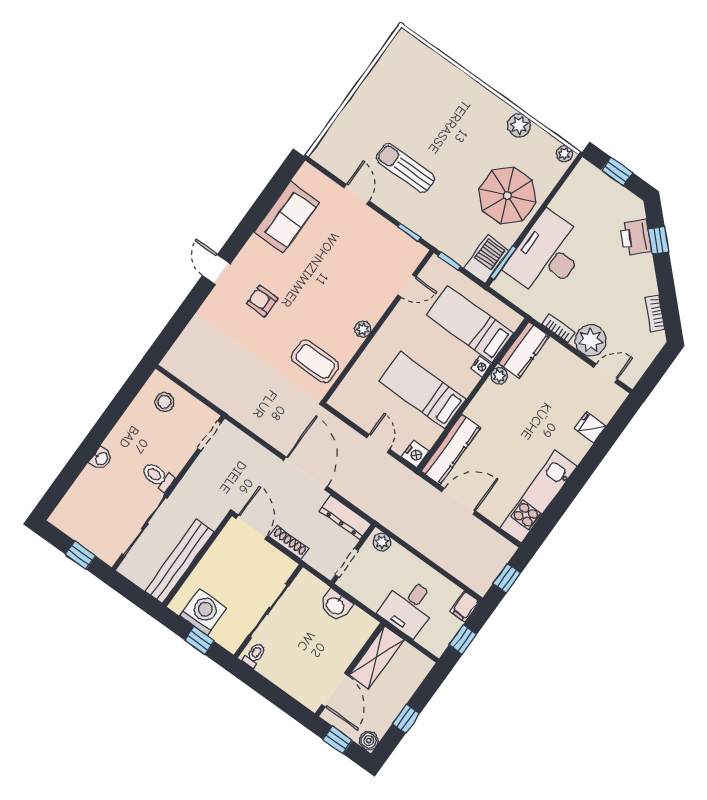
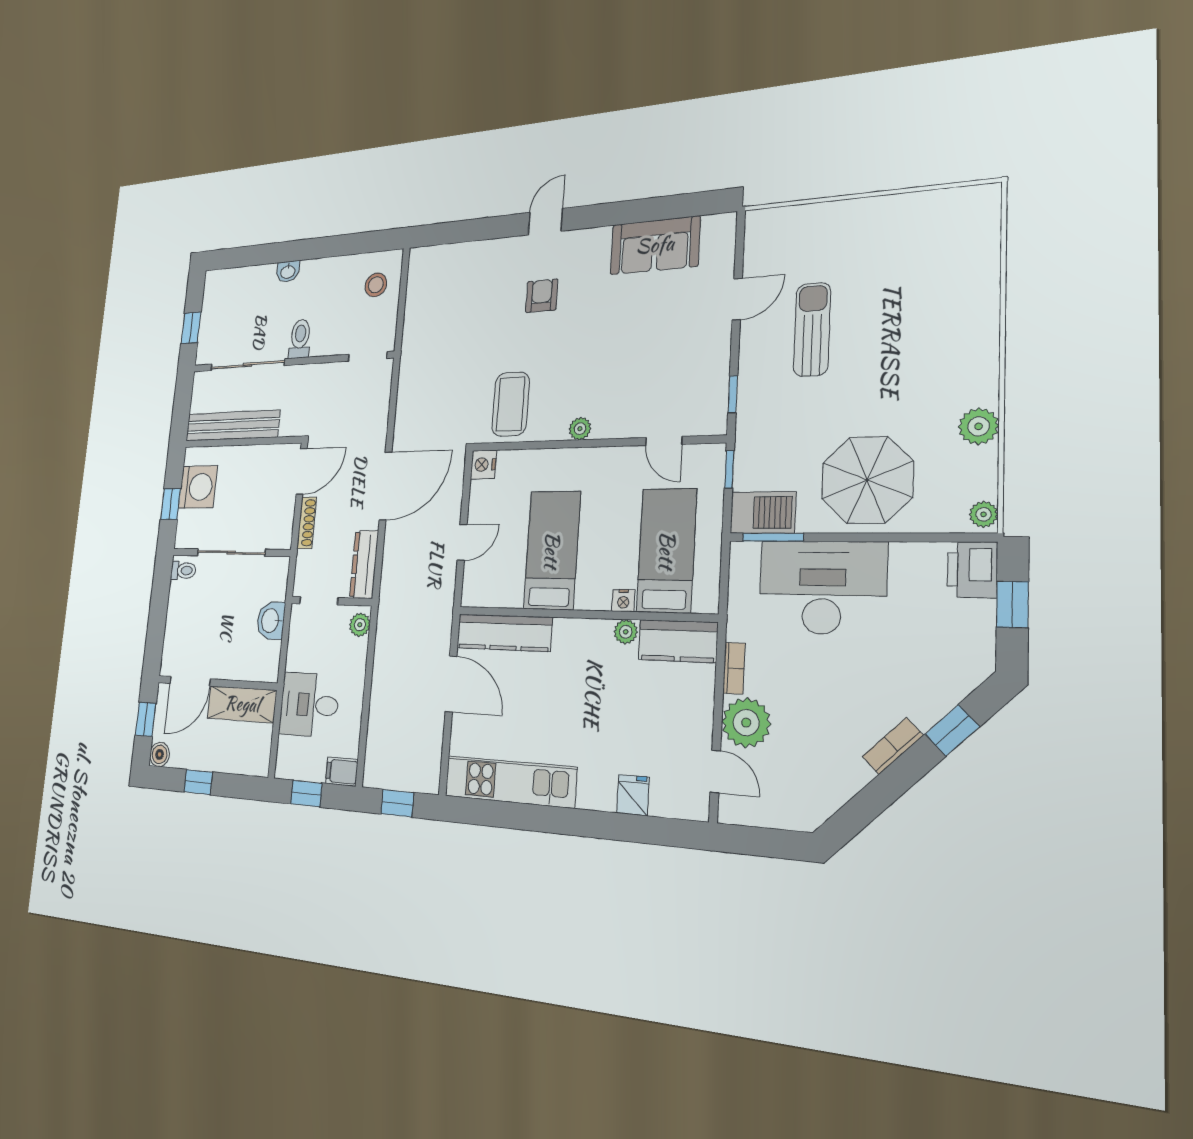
printer: (636, 237) -> (972, 570), moved, turned -45
bookcase: (655, 313) -> (893, 746), moved
nightstand: (415, 454) -> (483, 465), moved, turned 90

